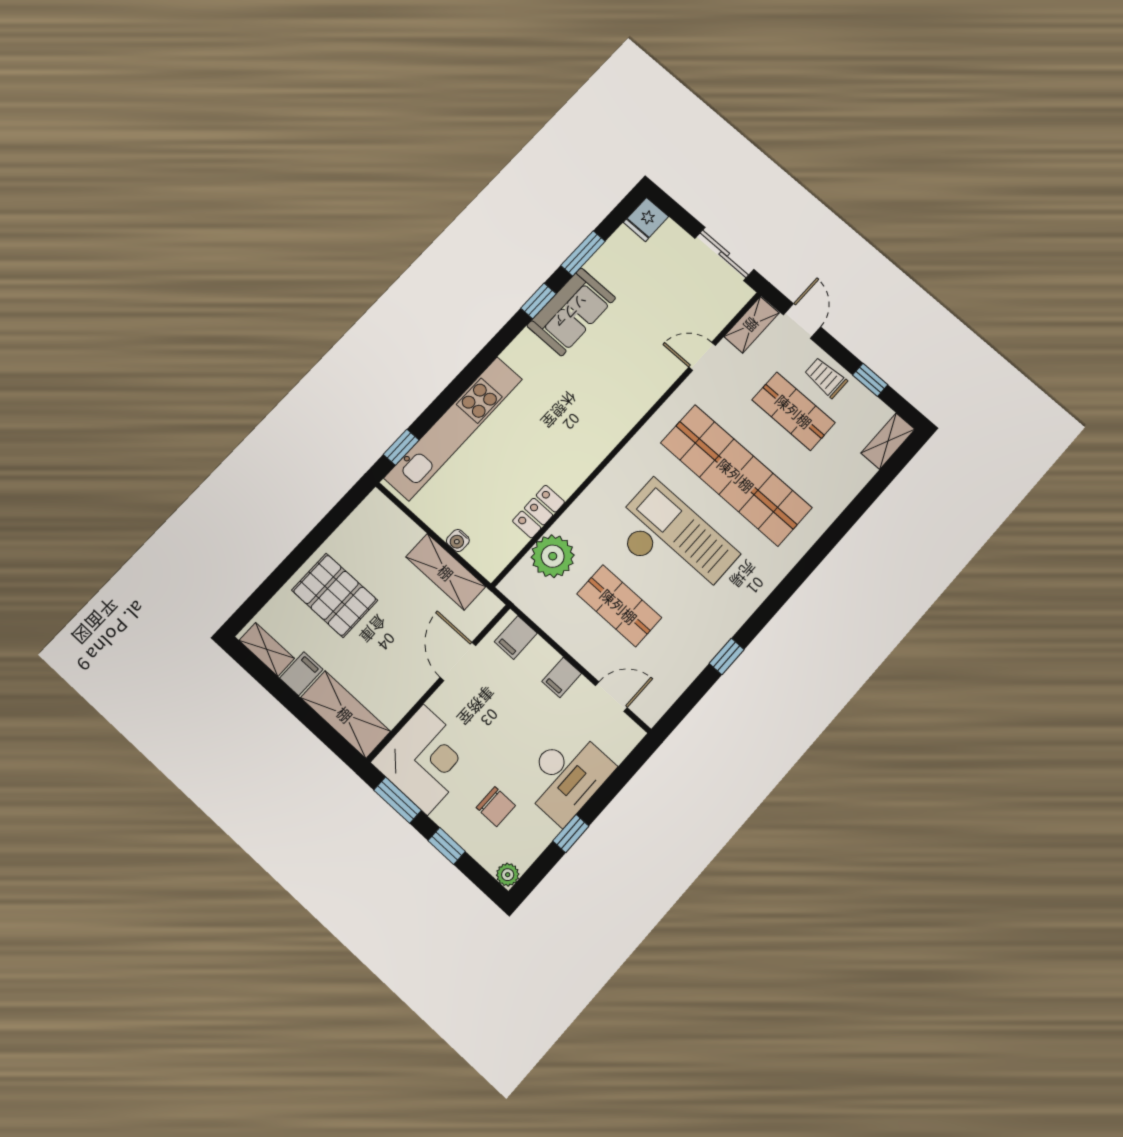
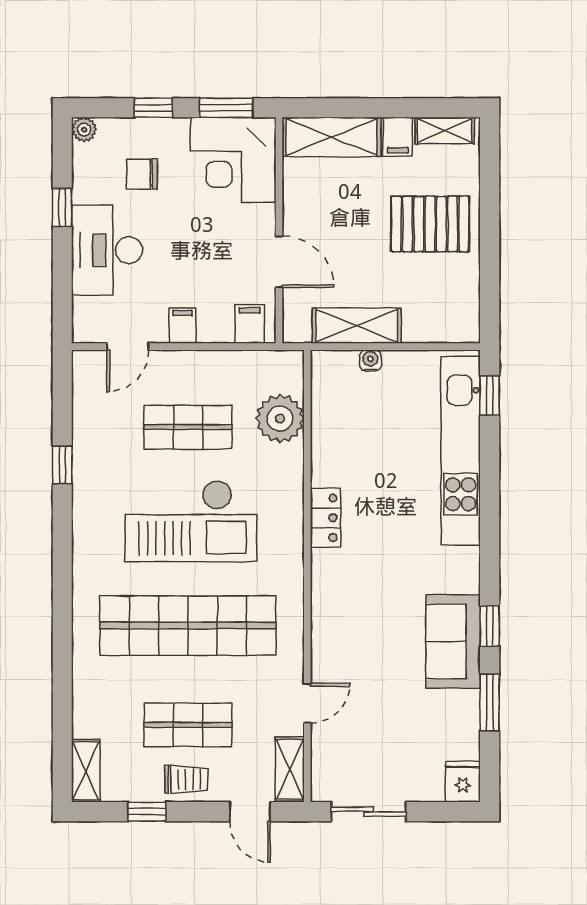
locker: (539, 512) -> (325, 518), moved

